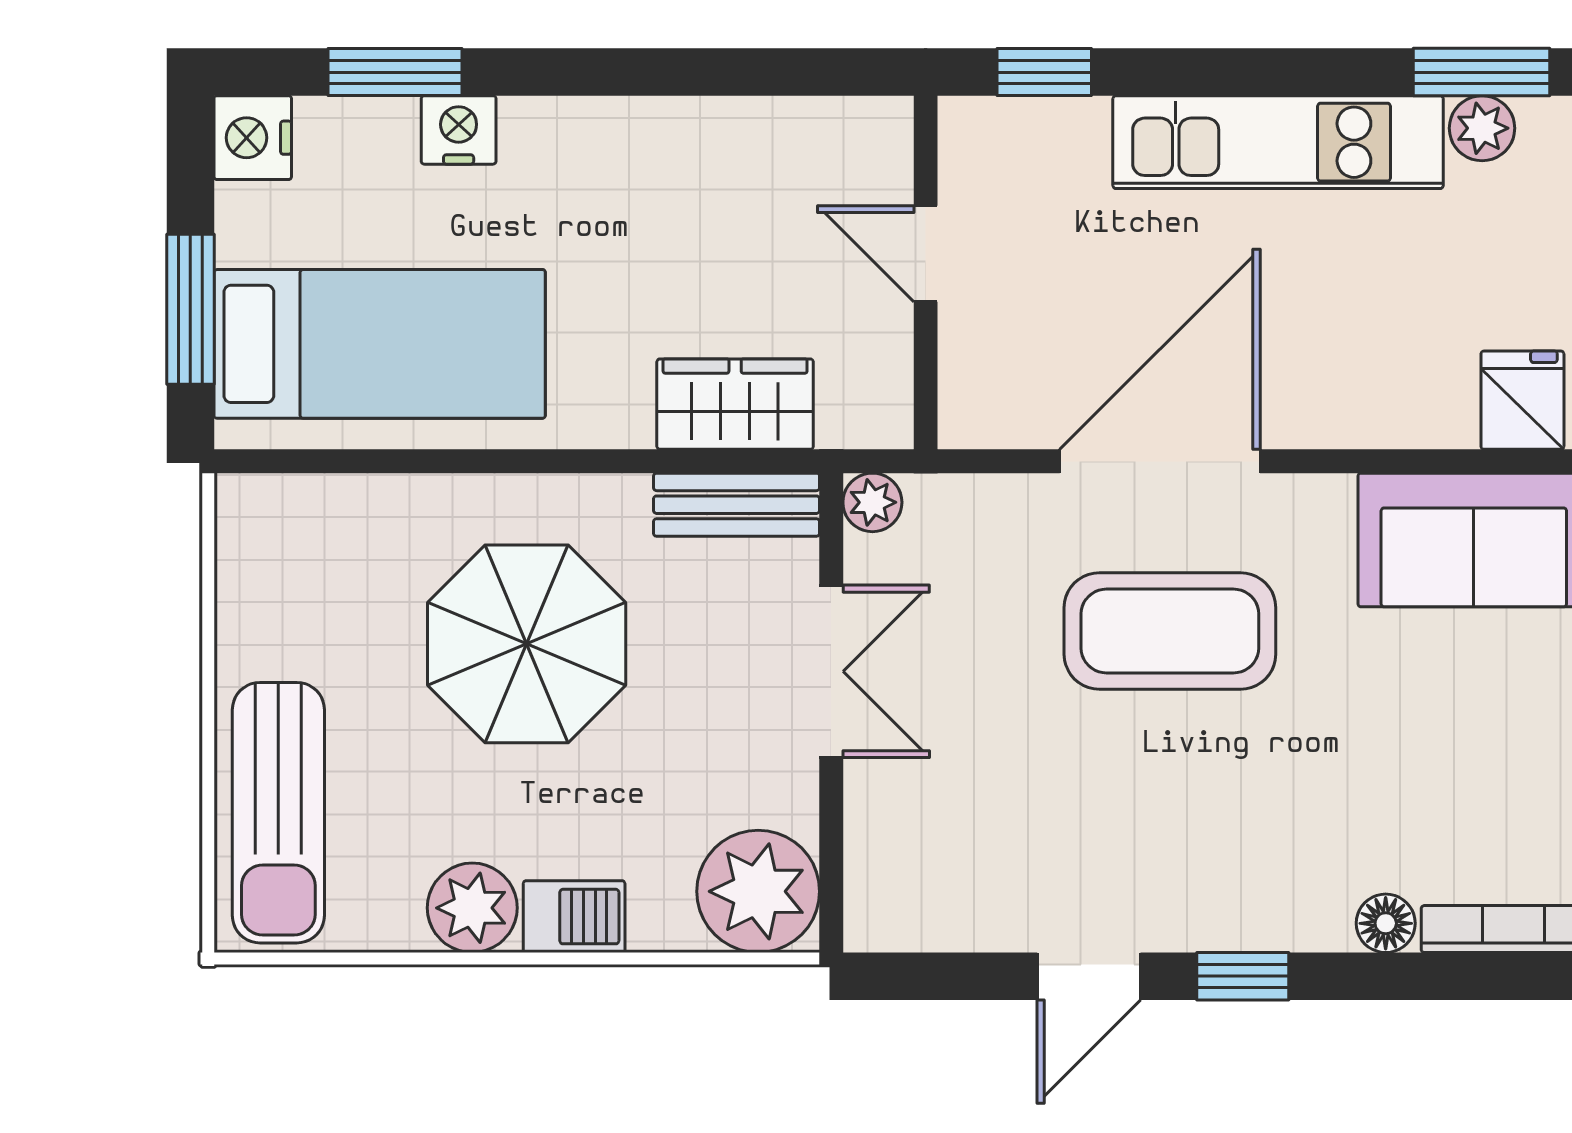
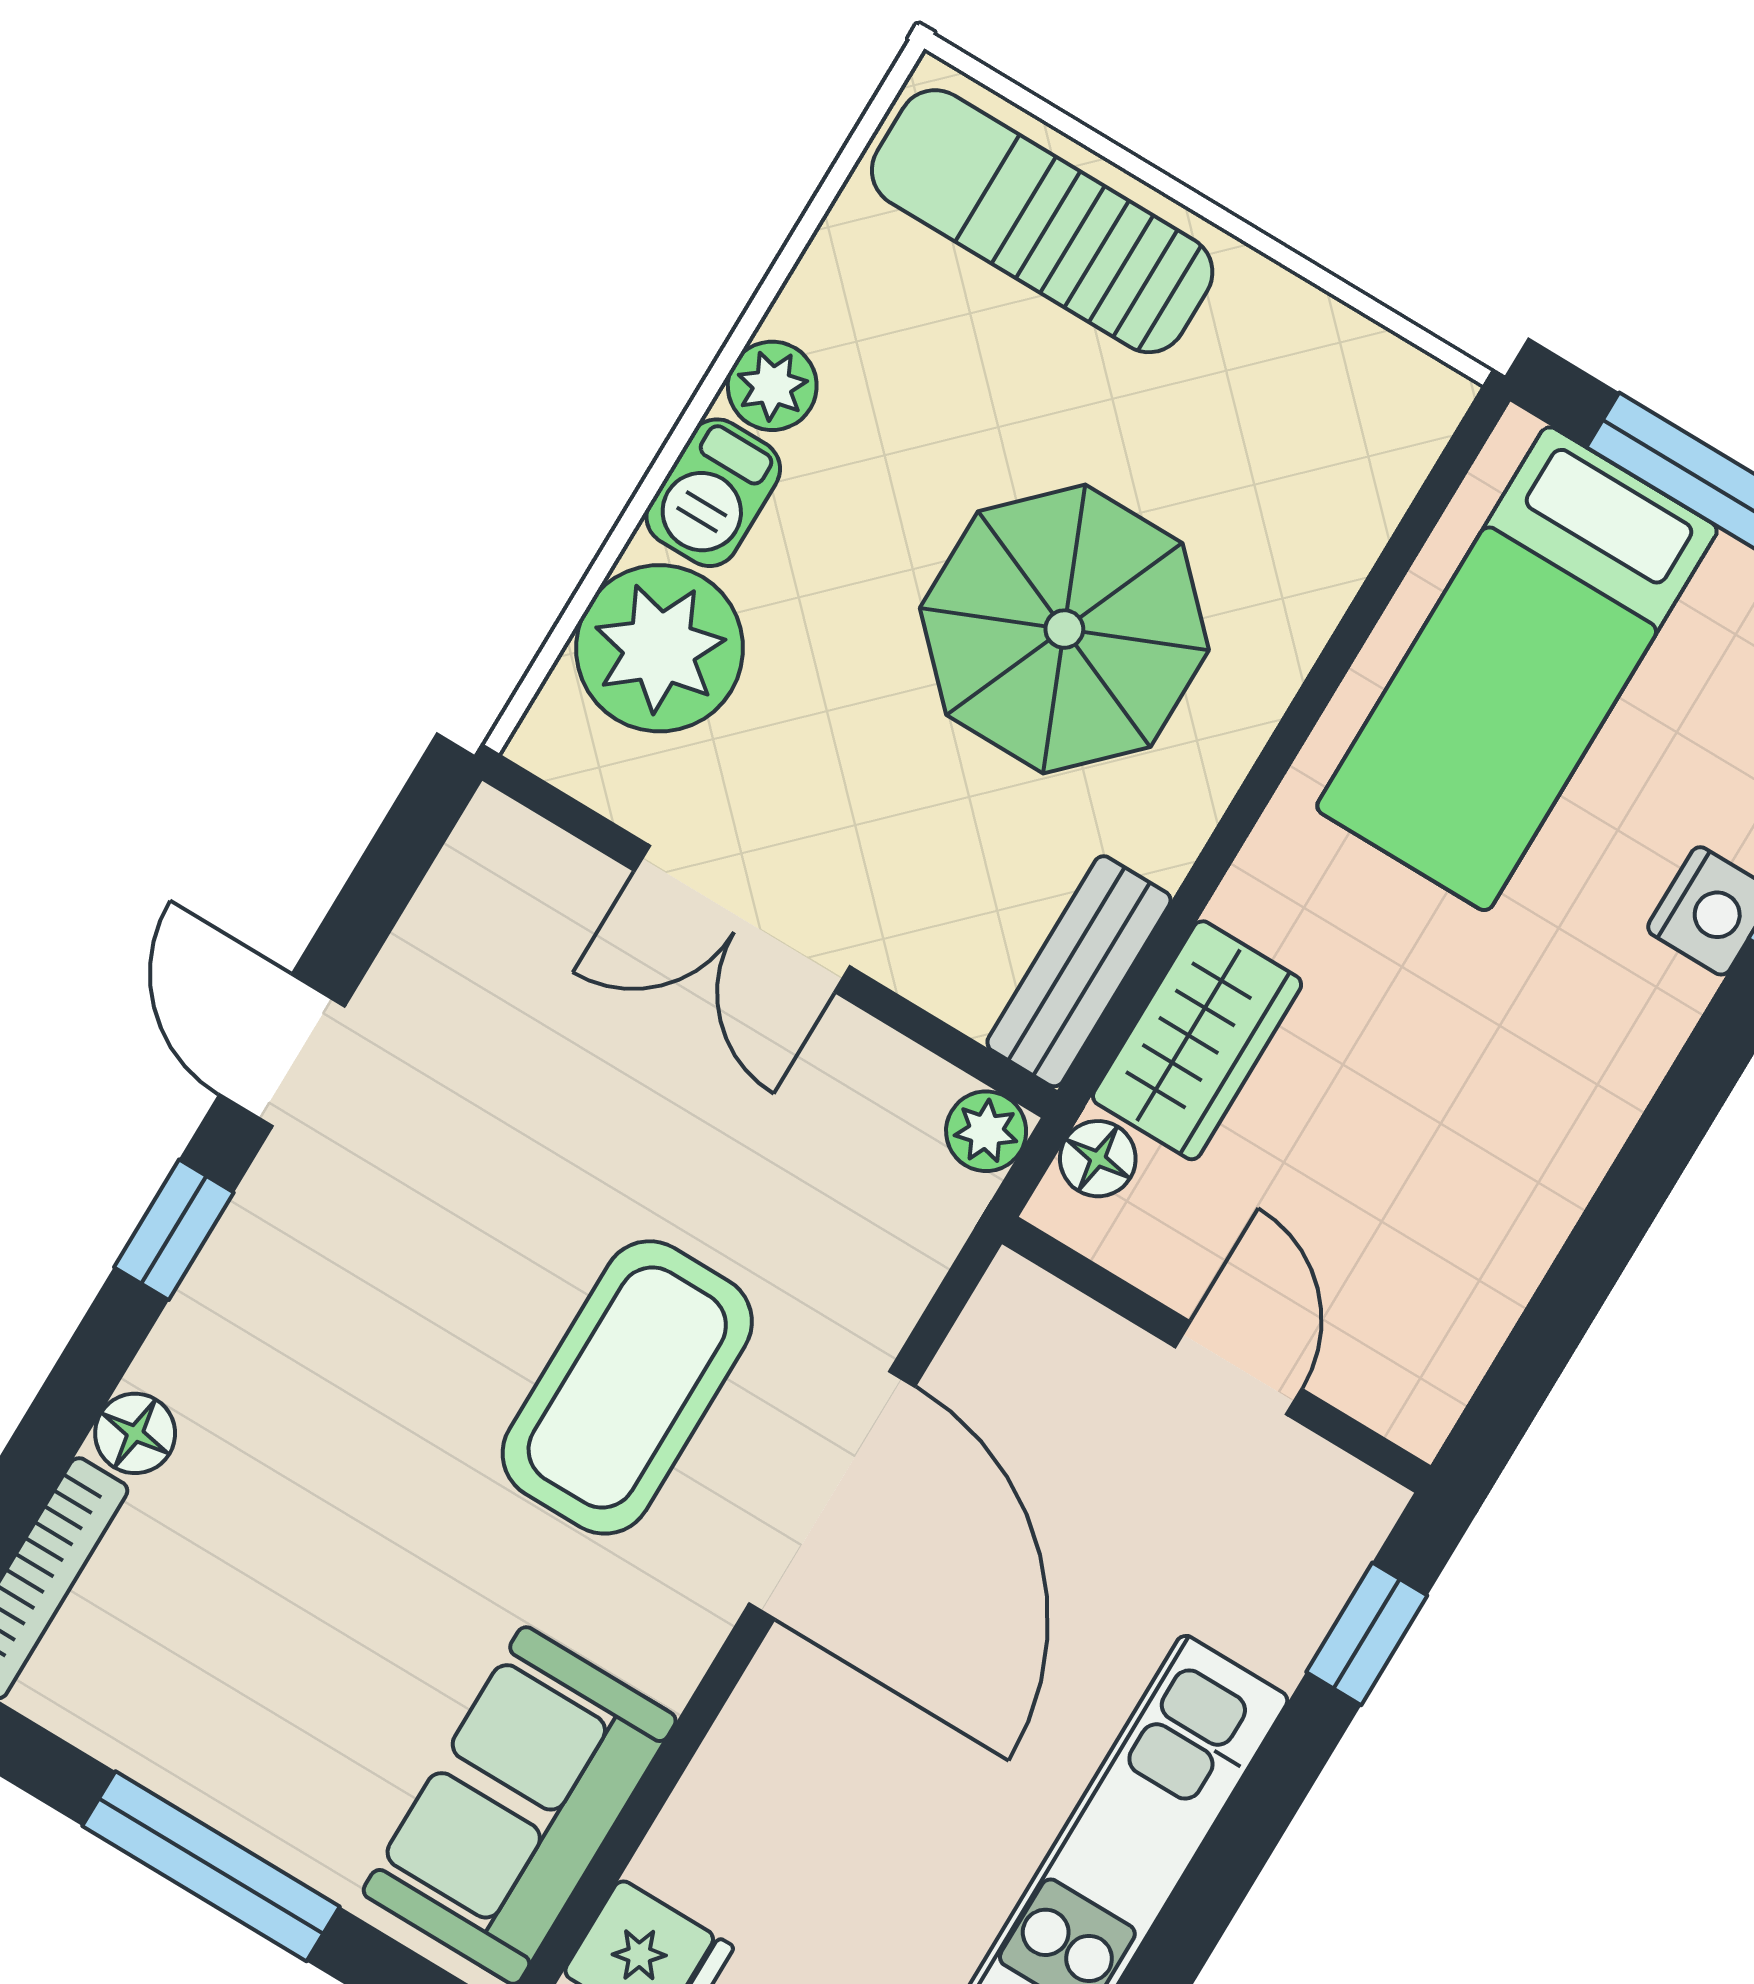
door: (926, 254) -> (1238, 1368), hinge flipped
floor lamp: (847, 422) -> (1098, 1159), added
double door: (831, 671) -> (742, 919), moved
plant: (758, 891) -> (659, 648), moved
plant: (472, 908) -> (772, 386), width x0.73, depth x0.73

